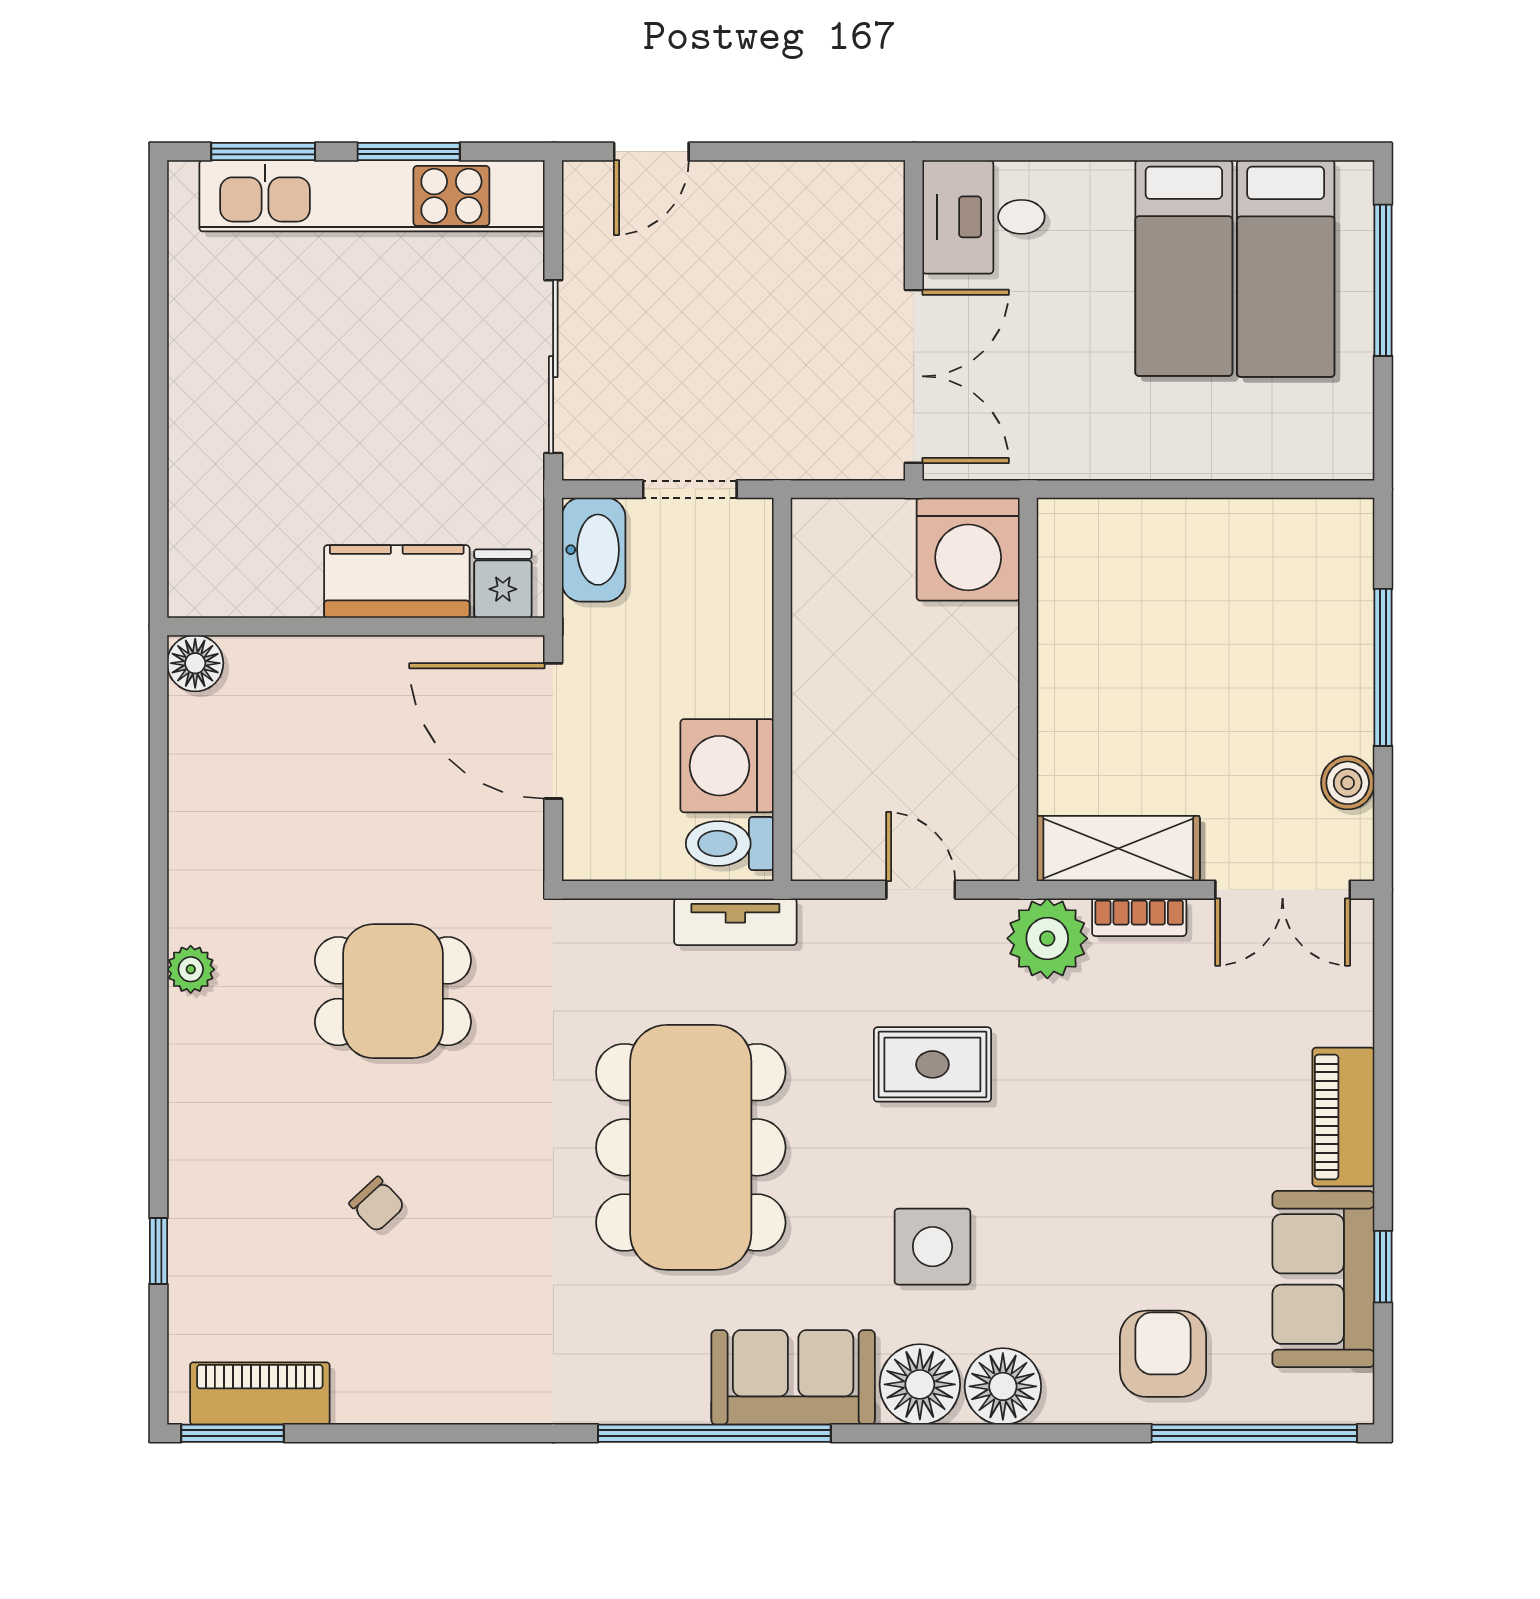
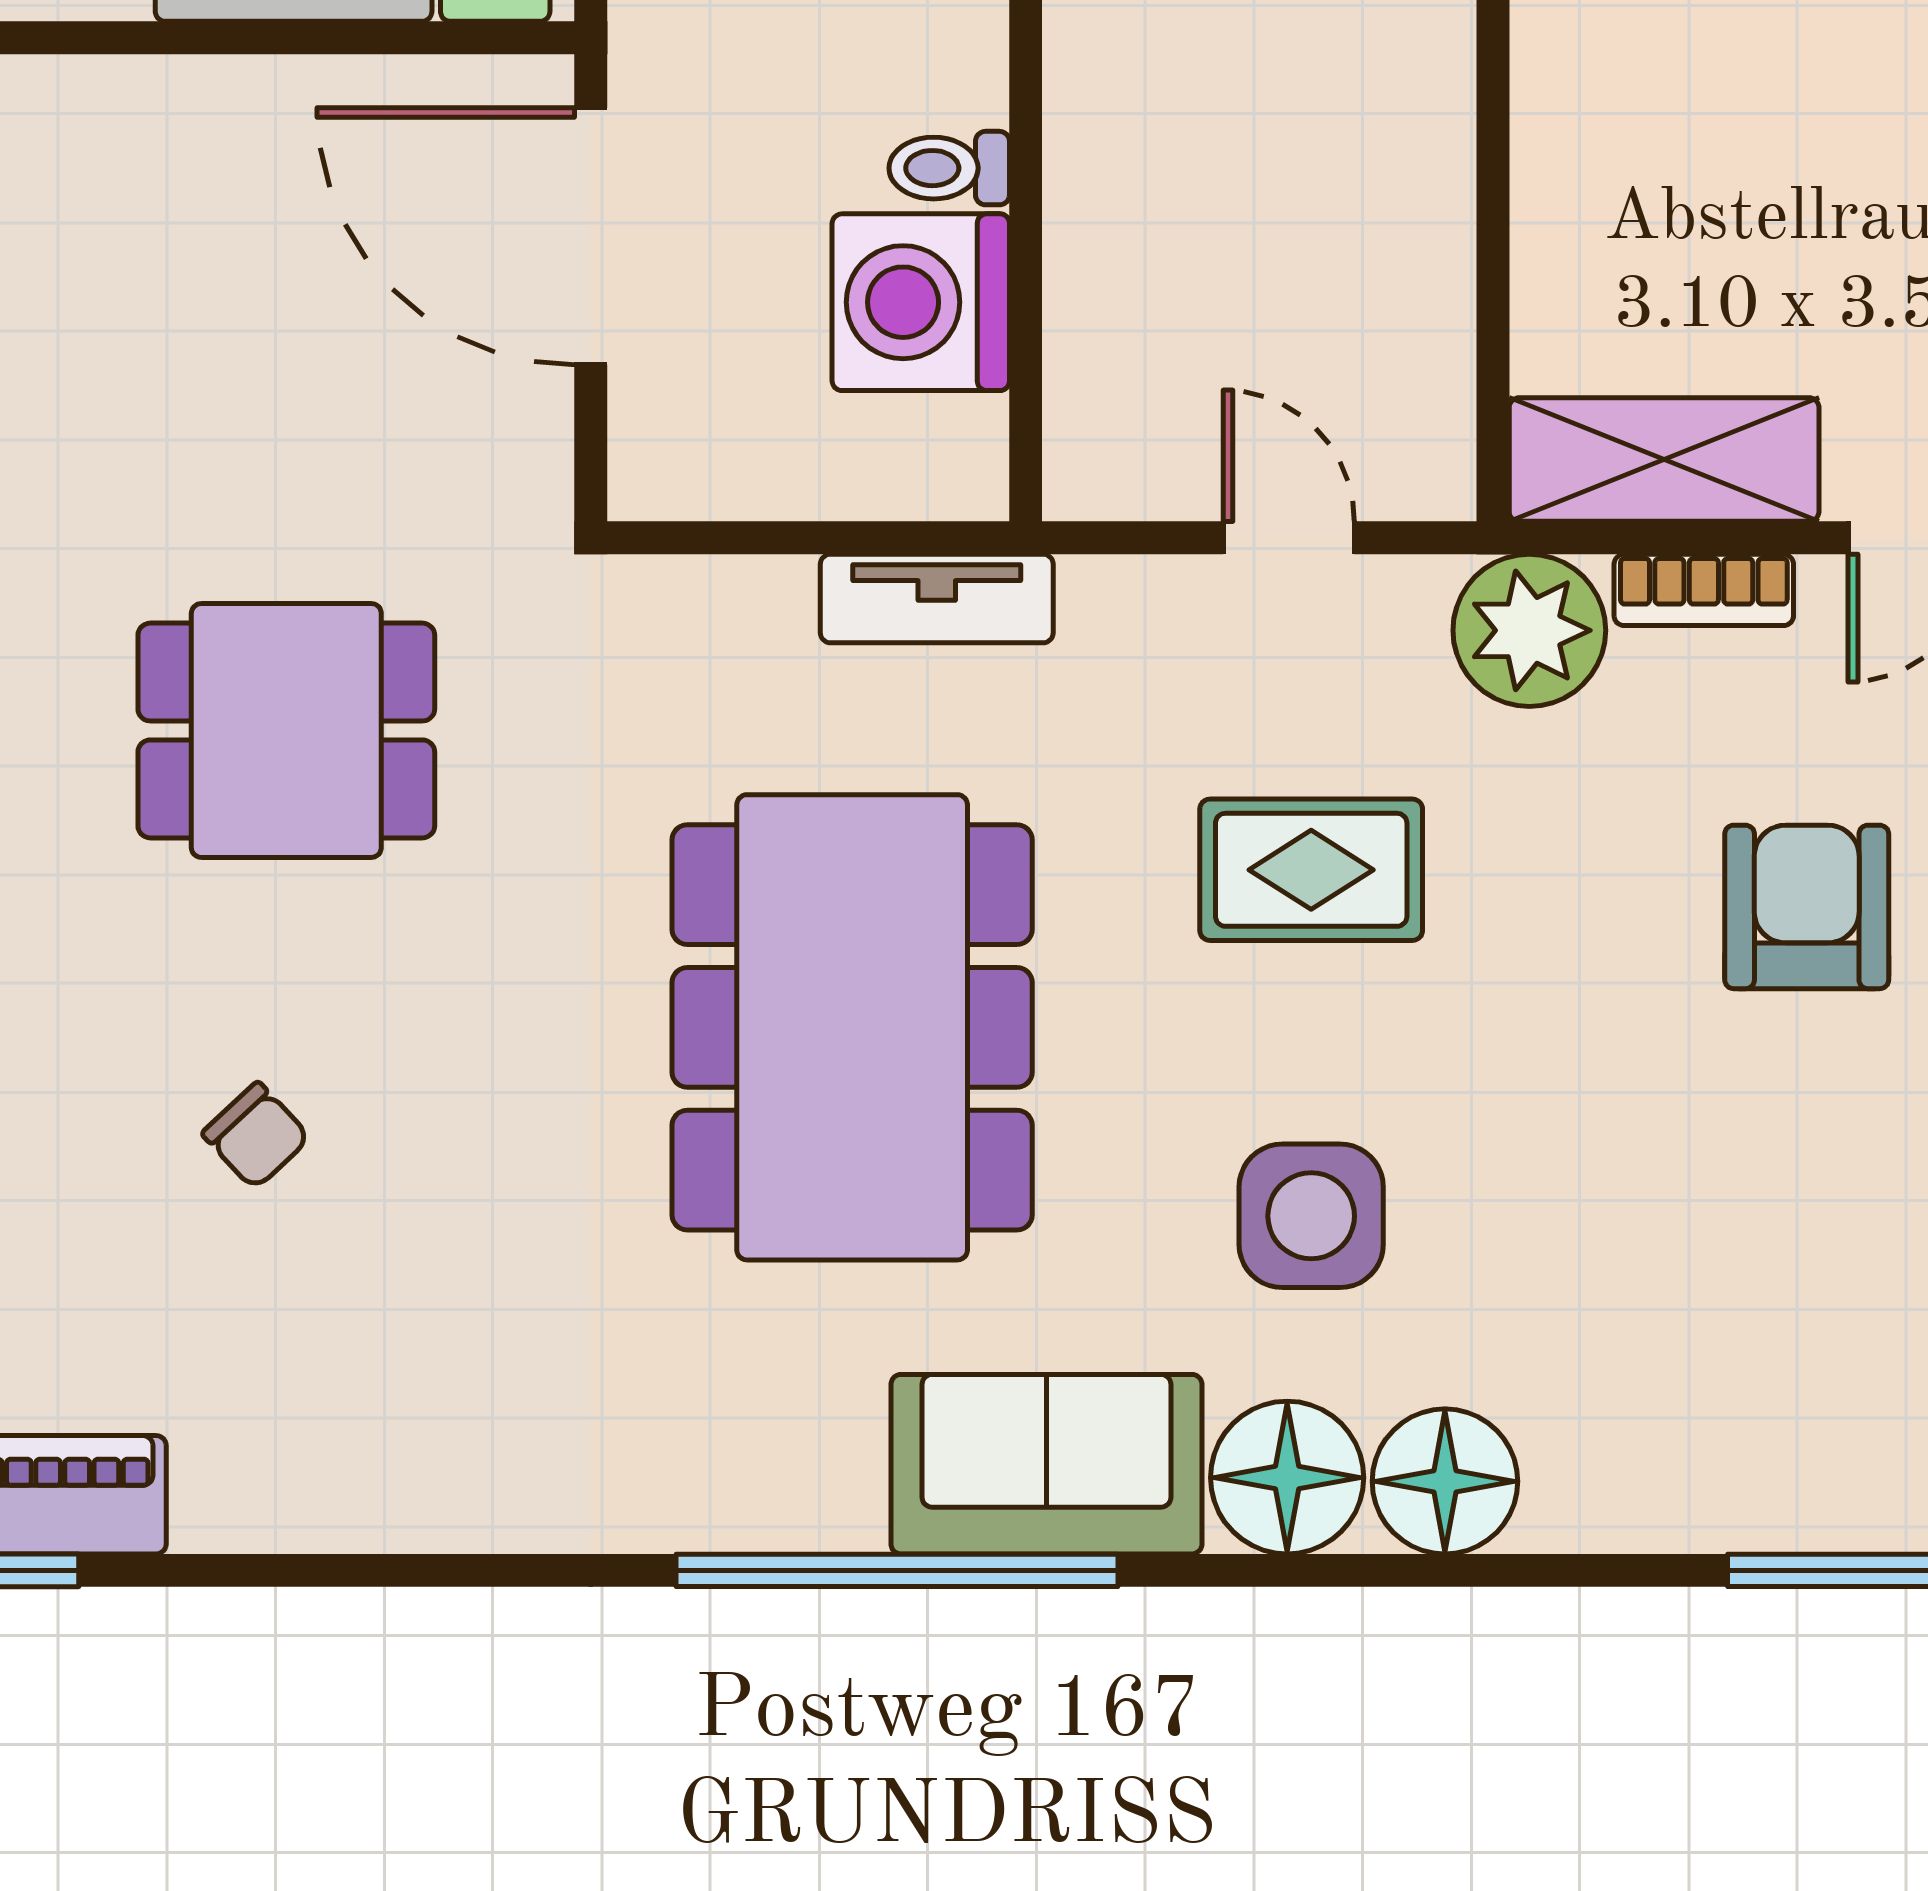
toilet: (730, 844) -> (949, 168), moved, width x0.73, depth x0.72
armchair: (1163, 1354) -> (1807, 907), moved

